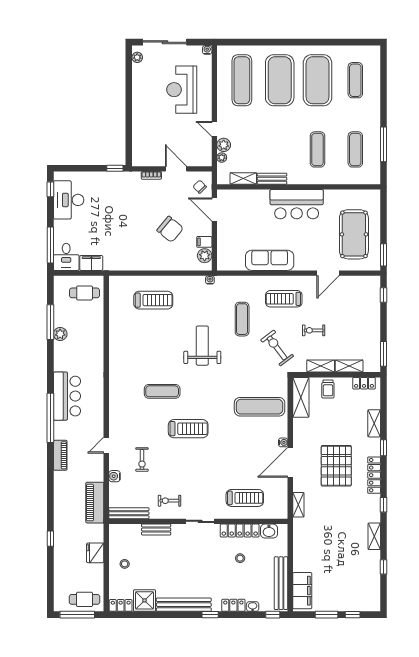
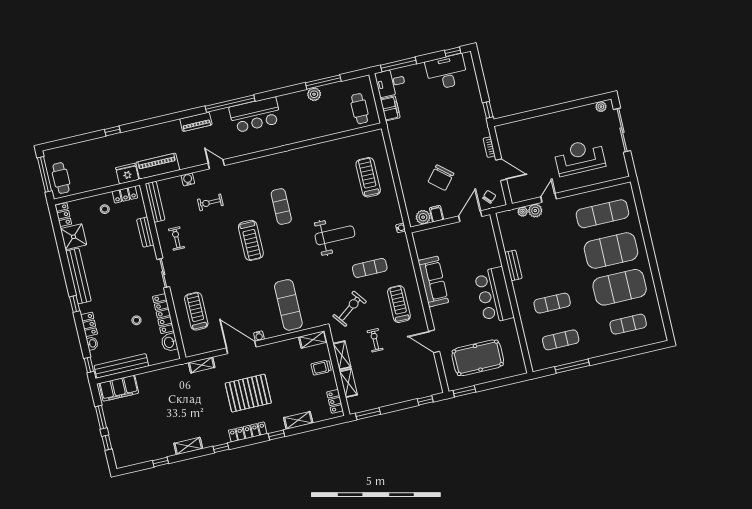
water cooler: (207, 50) -> (624, 173), removed
door: (176, 169) -> (501, 170), hinge flipped
shelving: (243, 178) -> (507, 237), removed
treadmill: (153, 300) -> (368, 177), turned 180
shelving: (301, 397) -> (313, 340), width x0.67, depth x0.75
treadmill: (245, 498) -> (196, 311), turned 180
locker: (115, 541) -> (125, 195), added
fridge: (95, 553) -> (127, 174), moved

